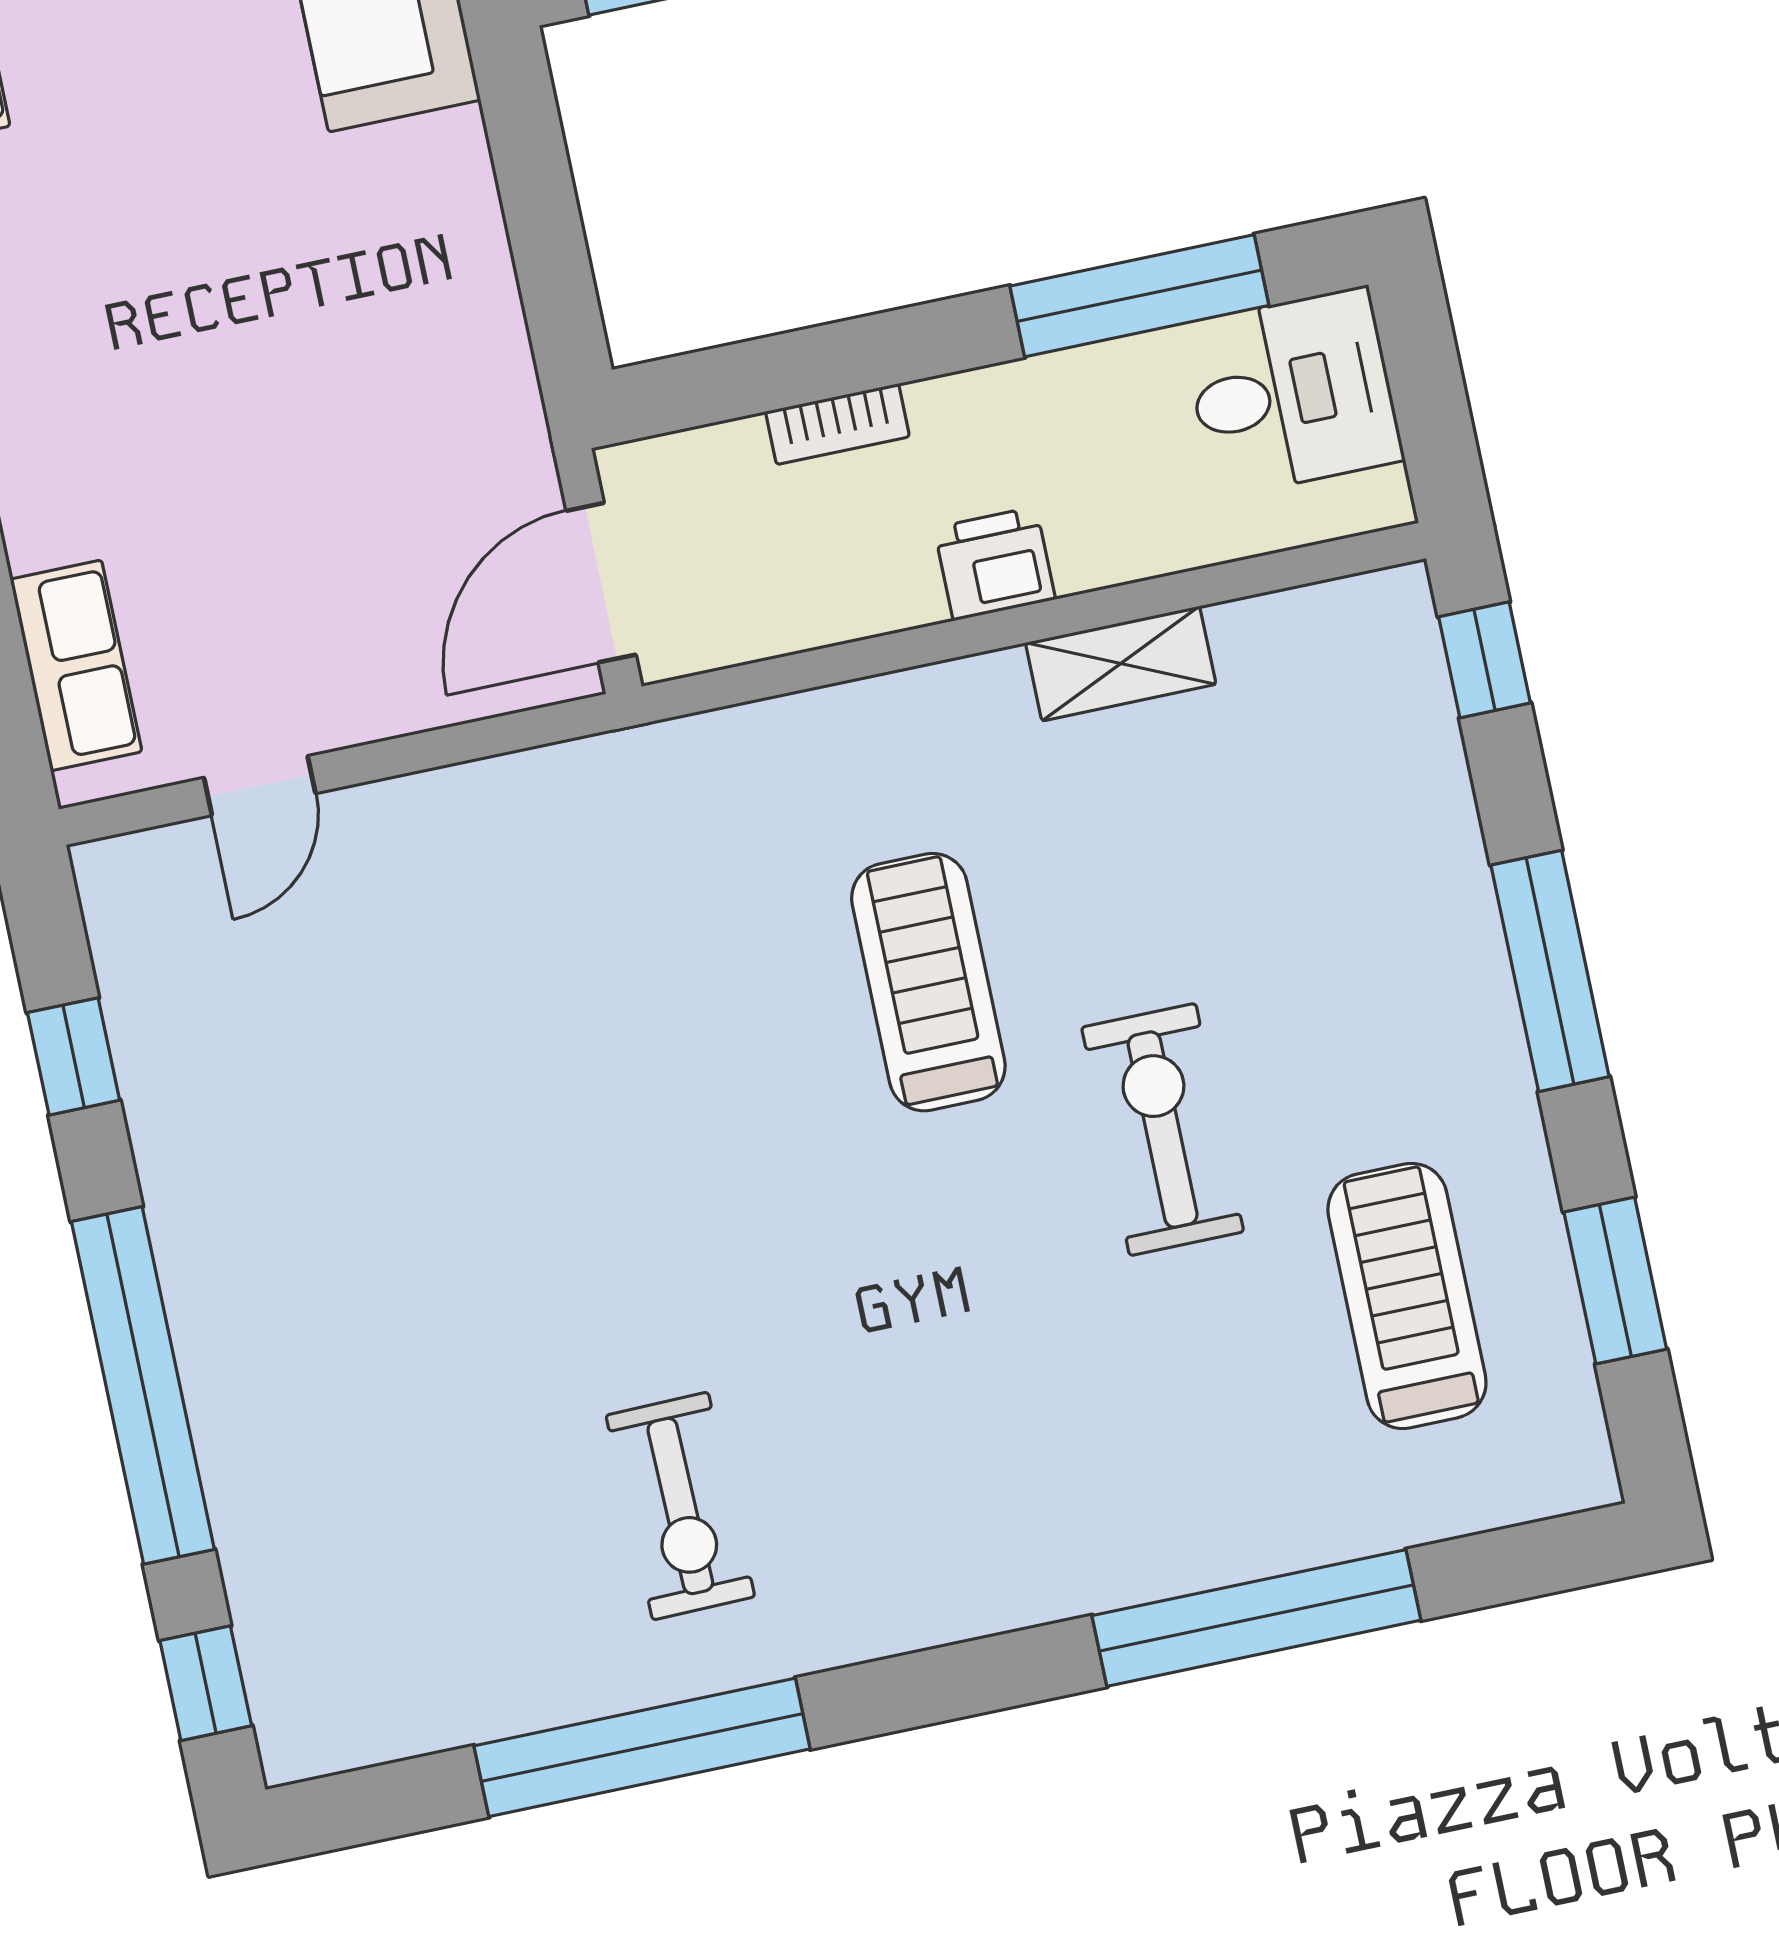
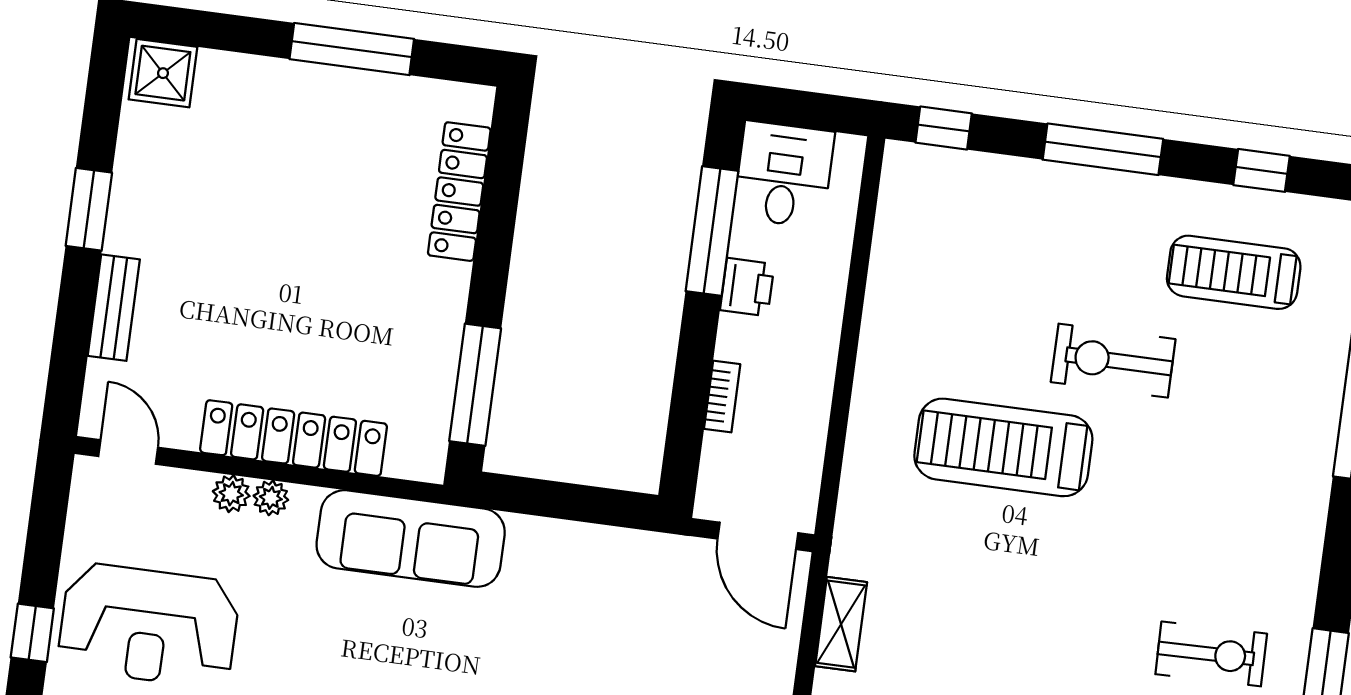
printer: (995, 564) -> (747, 287), moved, turned 180
shelving: (1121, 664) -> (841, 624), moved
treadmill: (928, 982) -> (1003, 447), width x1.37, depth x1.38
window: (1615, 1281) -> (1261, 170), width x0.67

